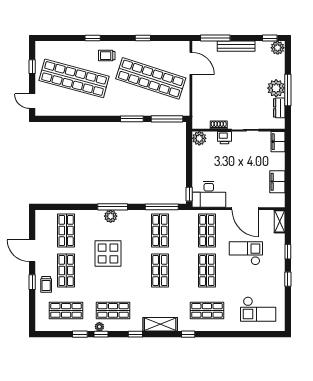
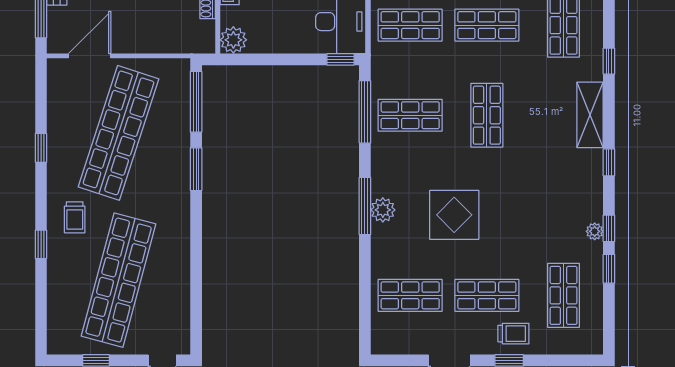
shop shelf: (160, 270) -> (487, 115), turned 90
shop shelf: (113, 310) -> (564, 205), removed

